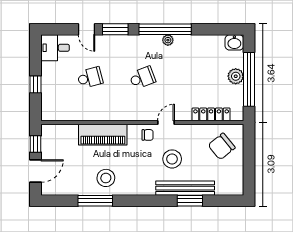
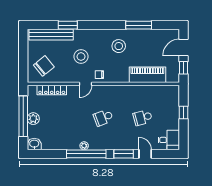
piano: (103, 135) -> (147, 75), moved
stool: (106, 178) -> (119, 46), moved
bench: (185, 188) -> (51, 35), moved

